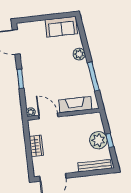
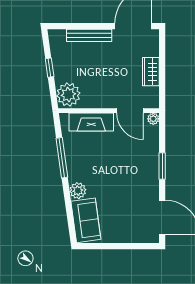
sofa: (61, 27) -> (86, 220), moved, turned 82
plant: (98, 140) -> (68, 95), moved
bench: (95, 166) -> (89, 35), moved

